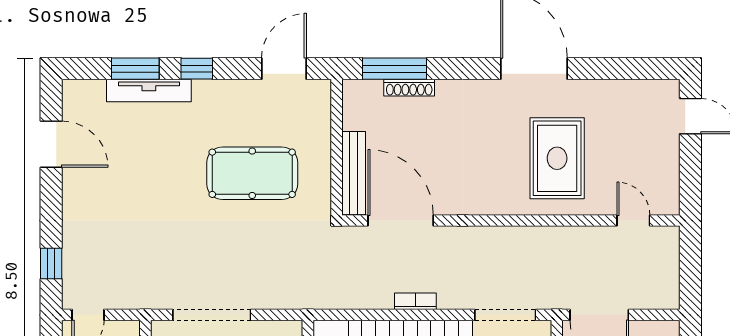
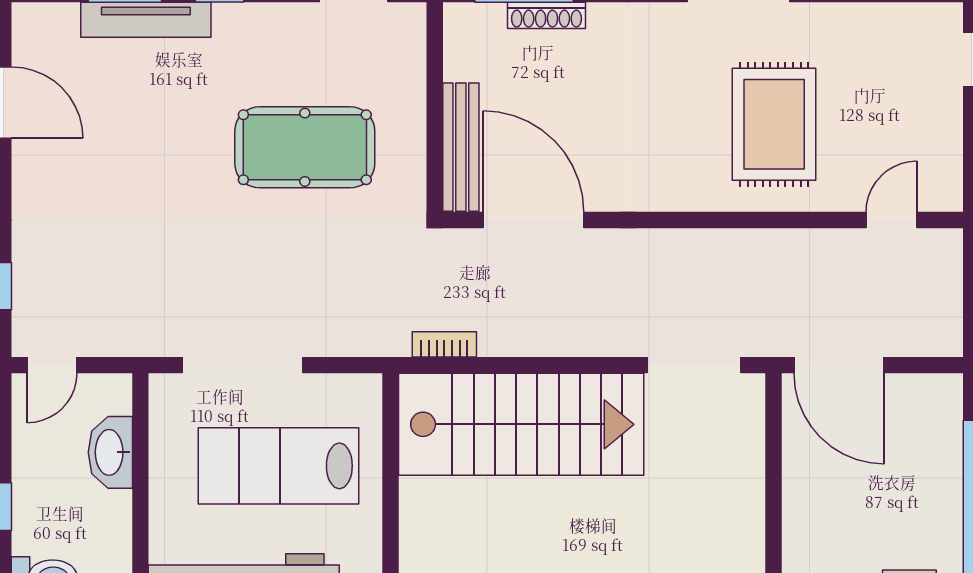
door: (633, 221) -> (892, 220), hinge flipped
bookcase: (415, 301) -> (444, 344), moved

